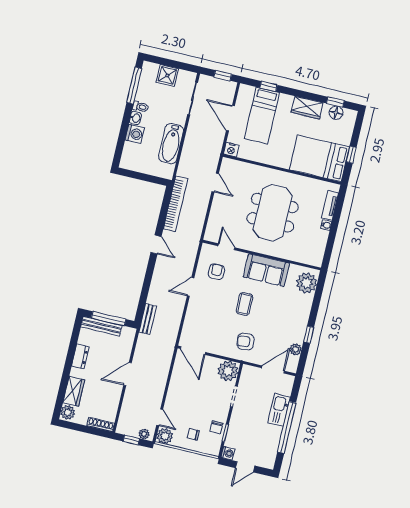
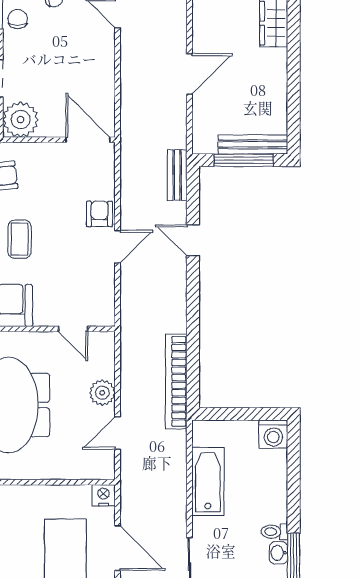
washbasin: (135, 118) -> (279, 553), moved
washing machine: (135, 134) -> (273, 434), moved, turned -90
door: (215, 183) -> (118, 433), hinge flipped
plant: (218, 207) -> (102, 393), added
door: (156, 244) -> (193, 240), moved
armchair: (216, 272) -> (99, 214), moved, turned 180
dresser: (80, 356) -> (276, 85), removed

